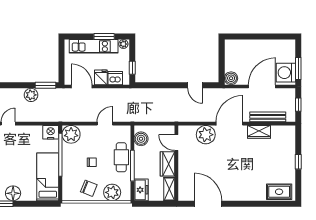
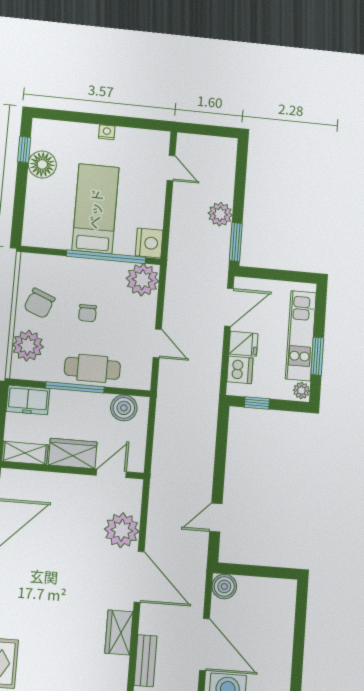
bench: (268, 117) -> (145, 661), width x0.73
bed: (48, 177) -> (95, 209), moved, turned -90

